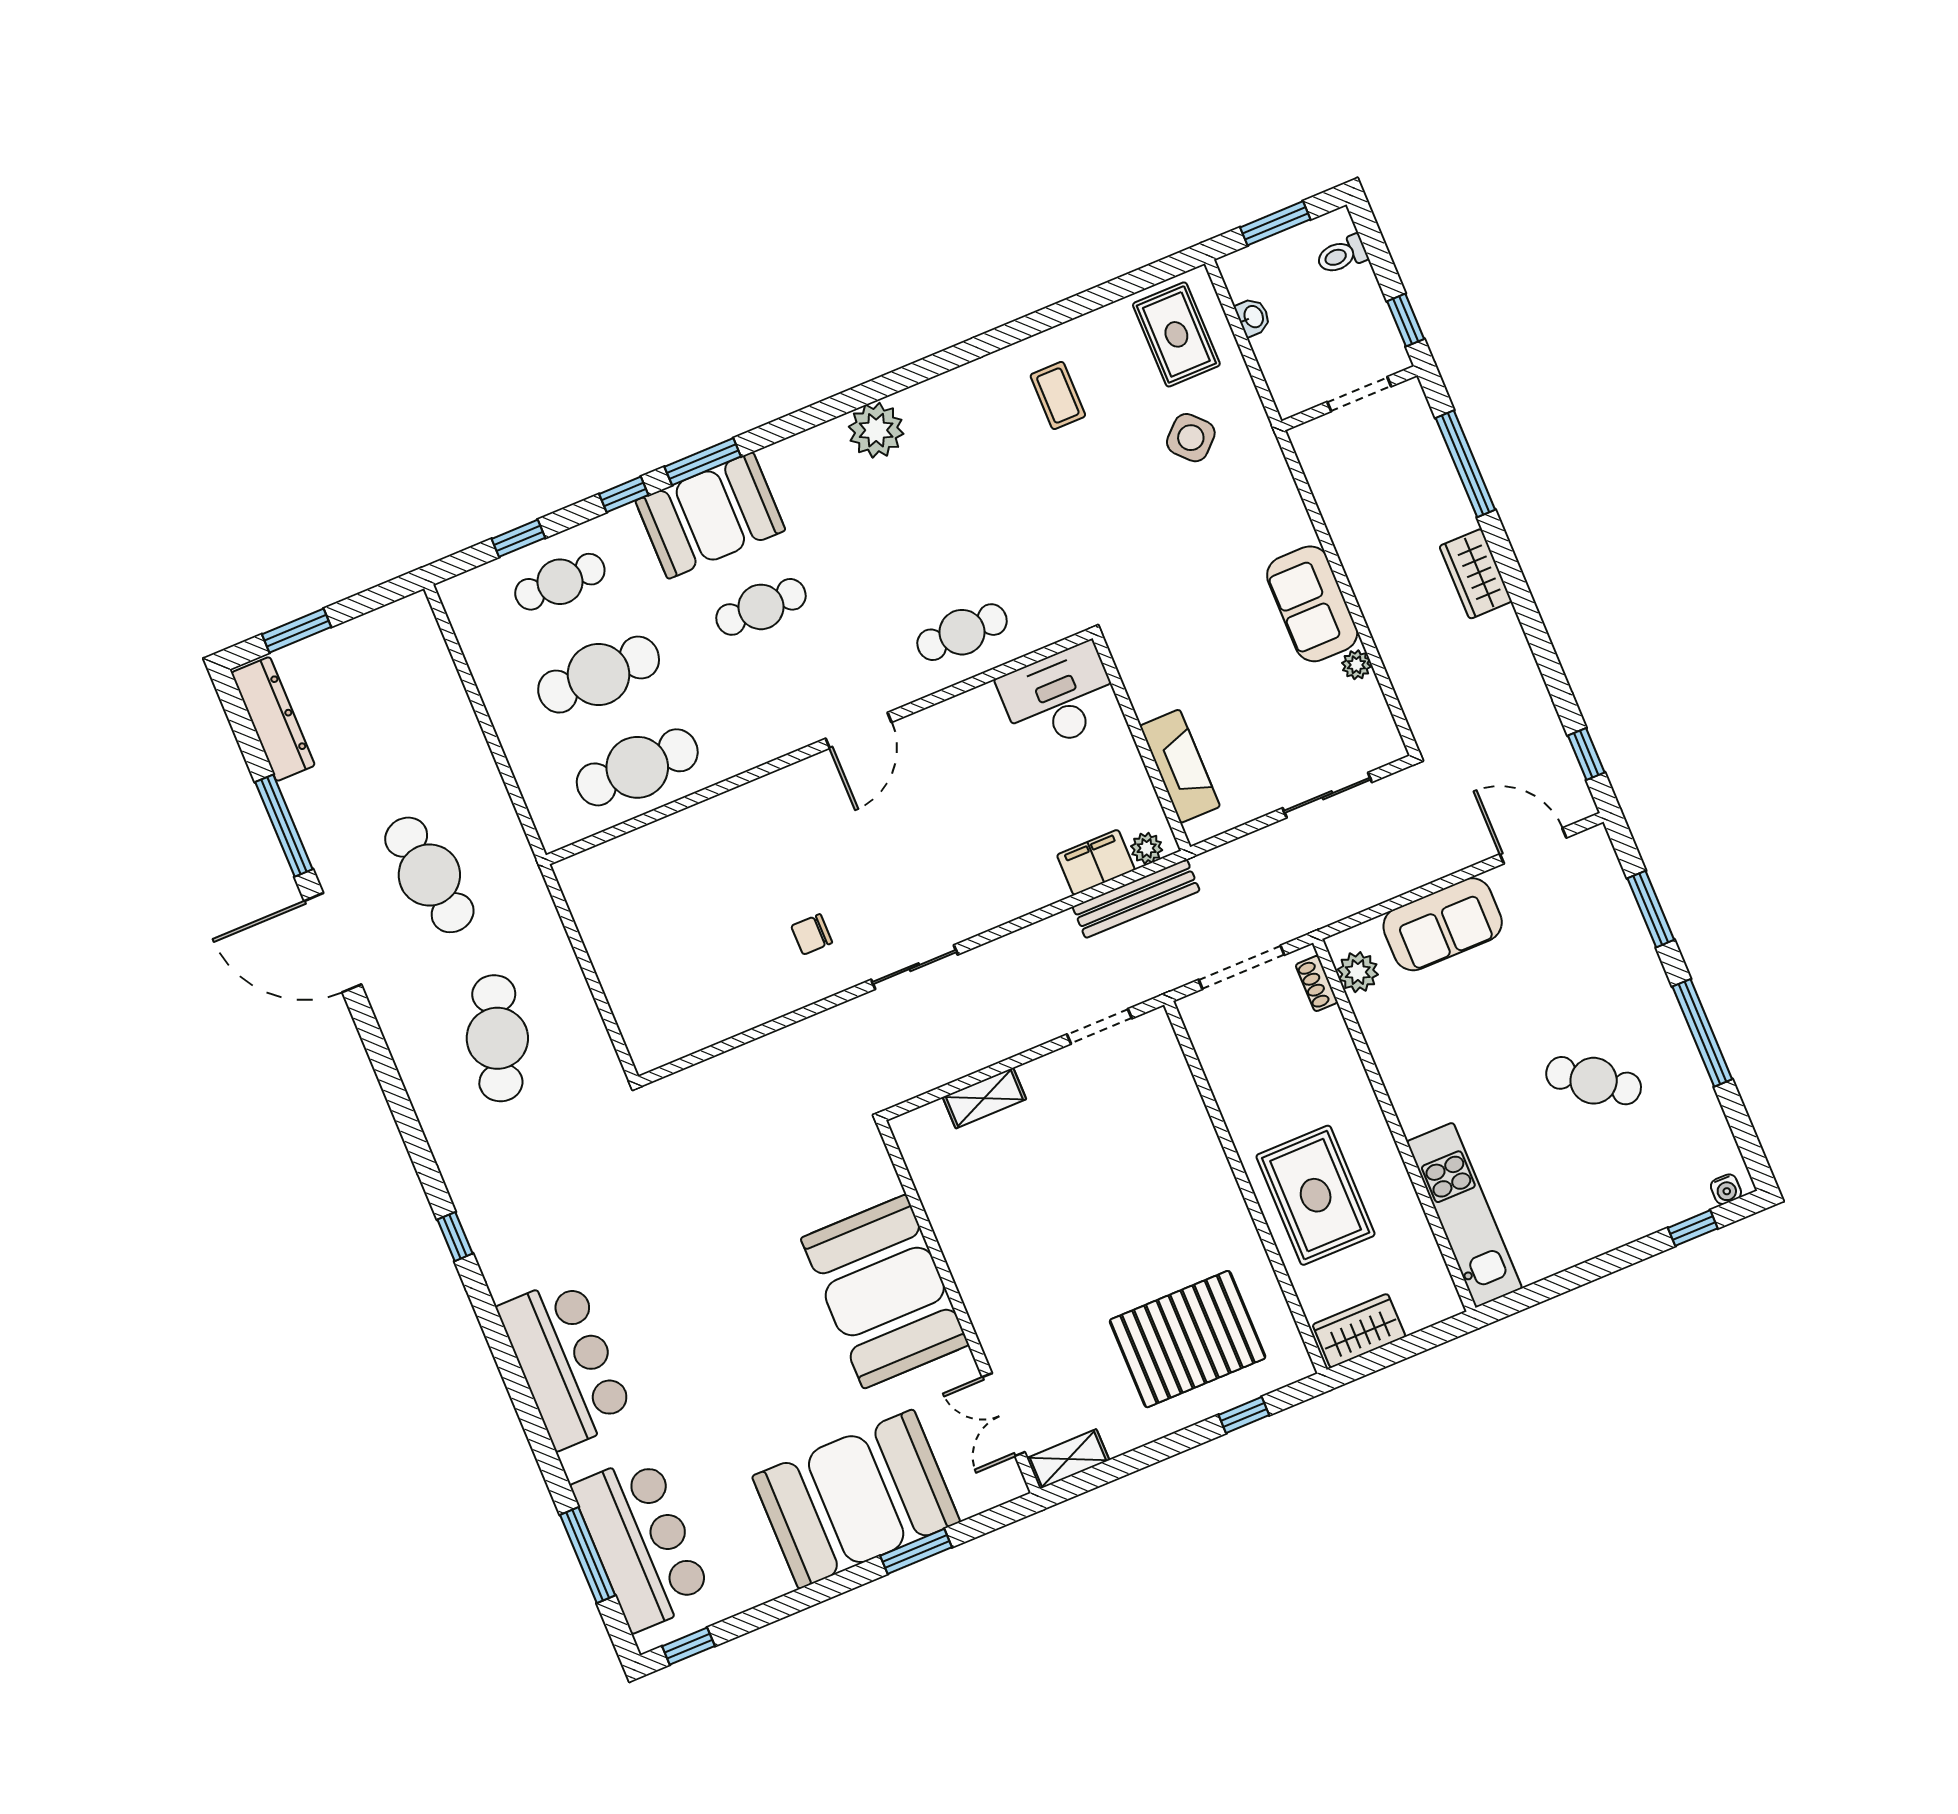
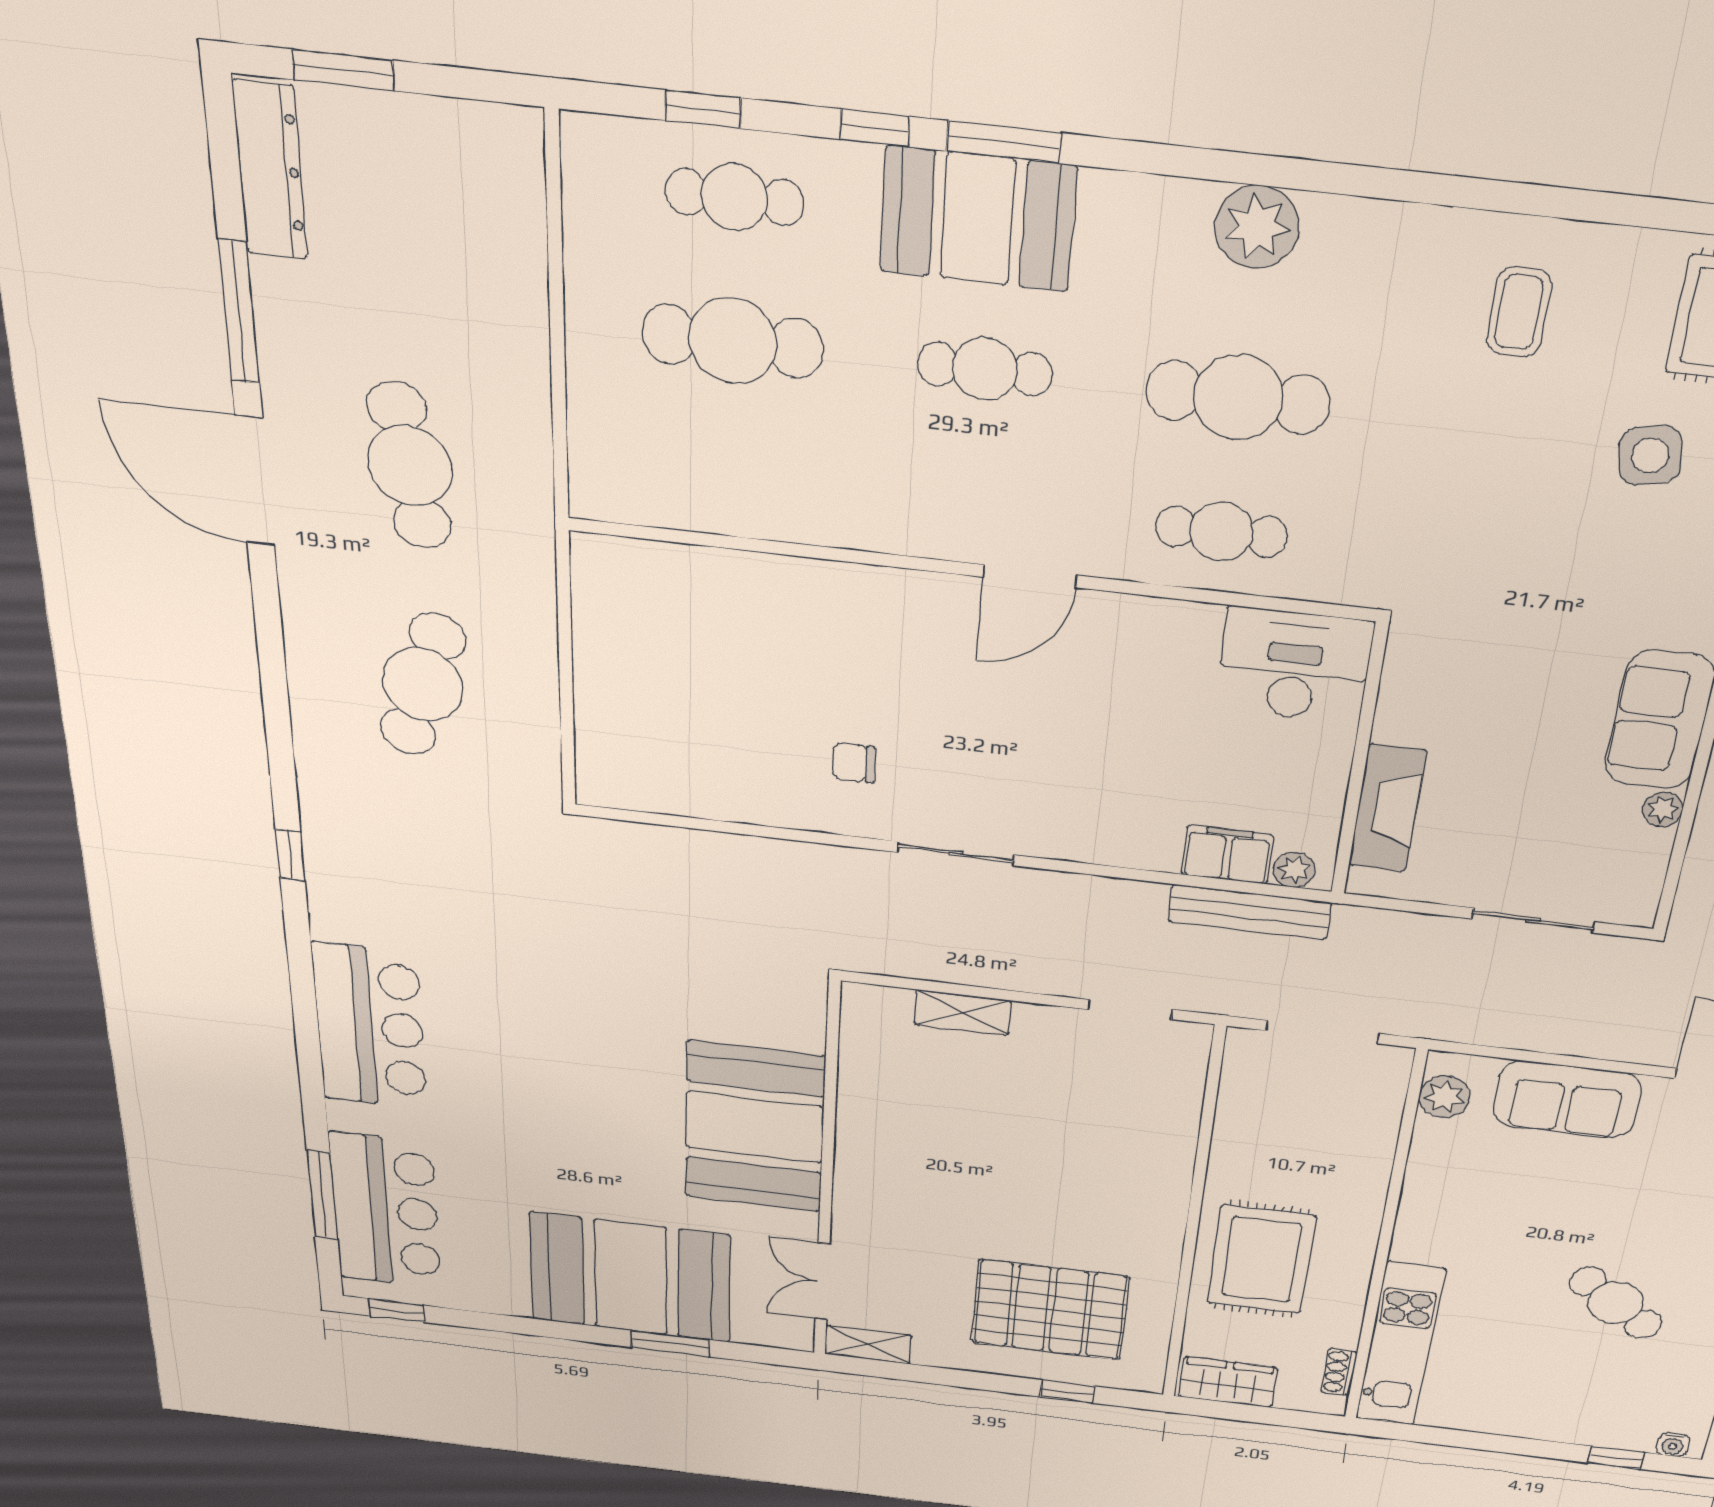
side table: (1191, 438) -> (1650, 456), turned 33
cafe table: (637, 767) -> (1238, 397), moved
shoe rack: (1317, 983) -> (1339, 1372), moved

